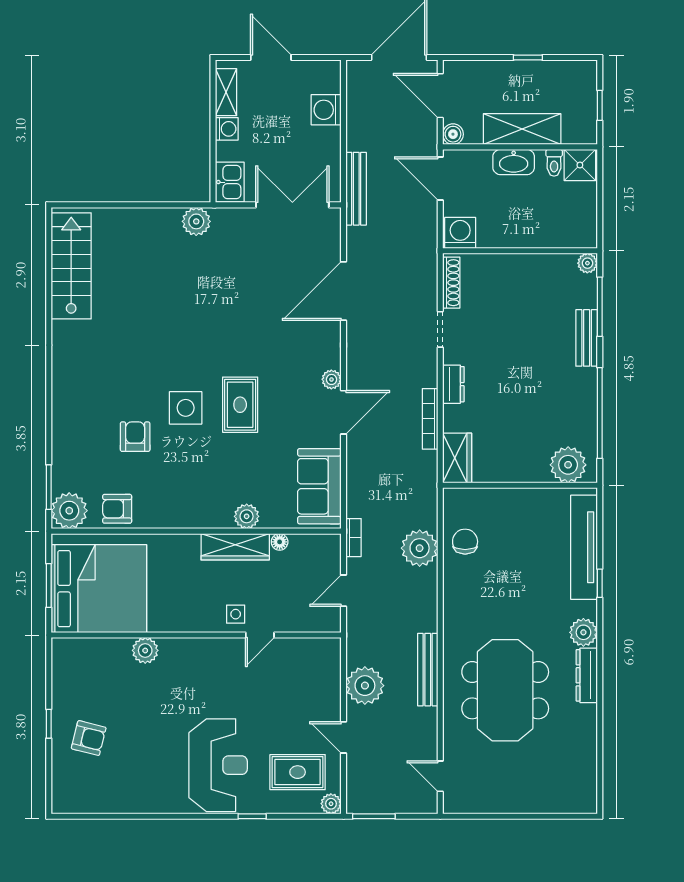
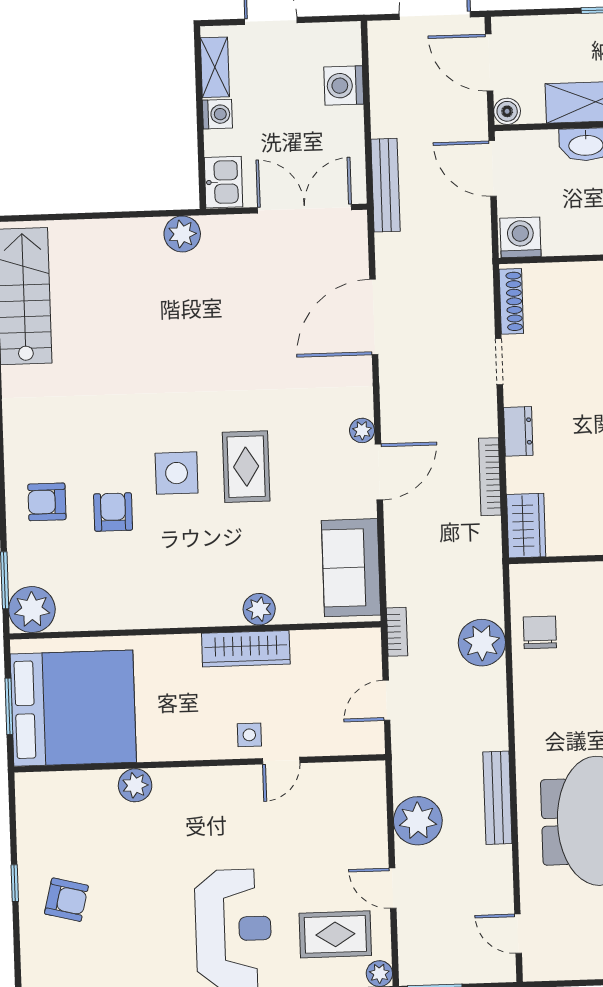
armchair: (117, 509) -> (47, 502), moved
floor lamp: (280, 542) -> (302, 641), removed

